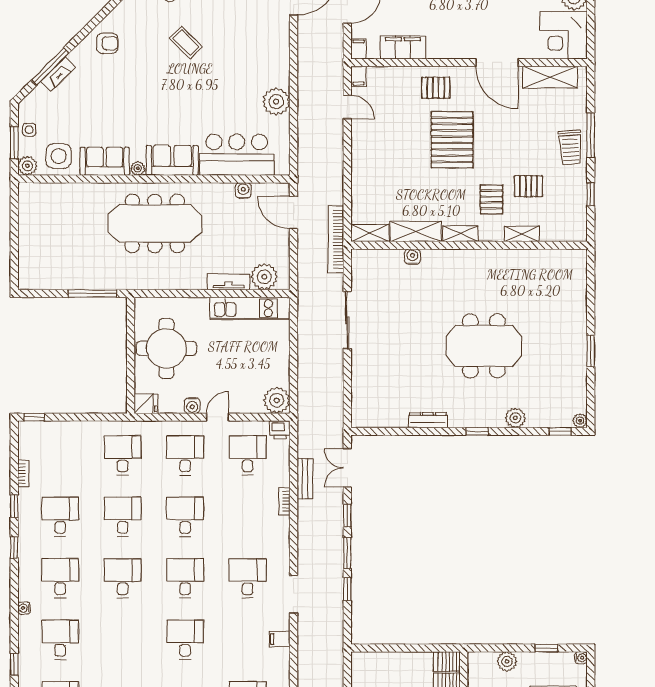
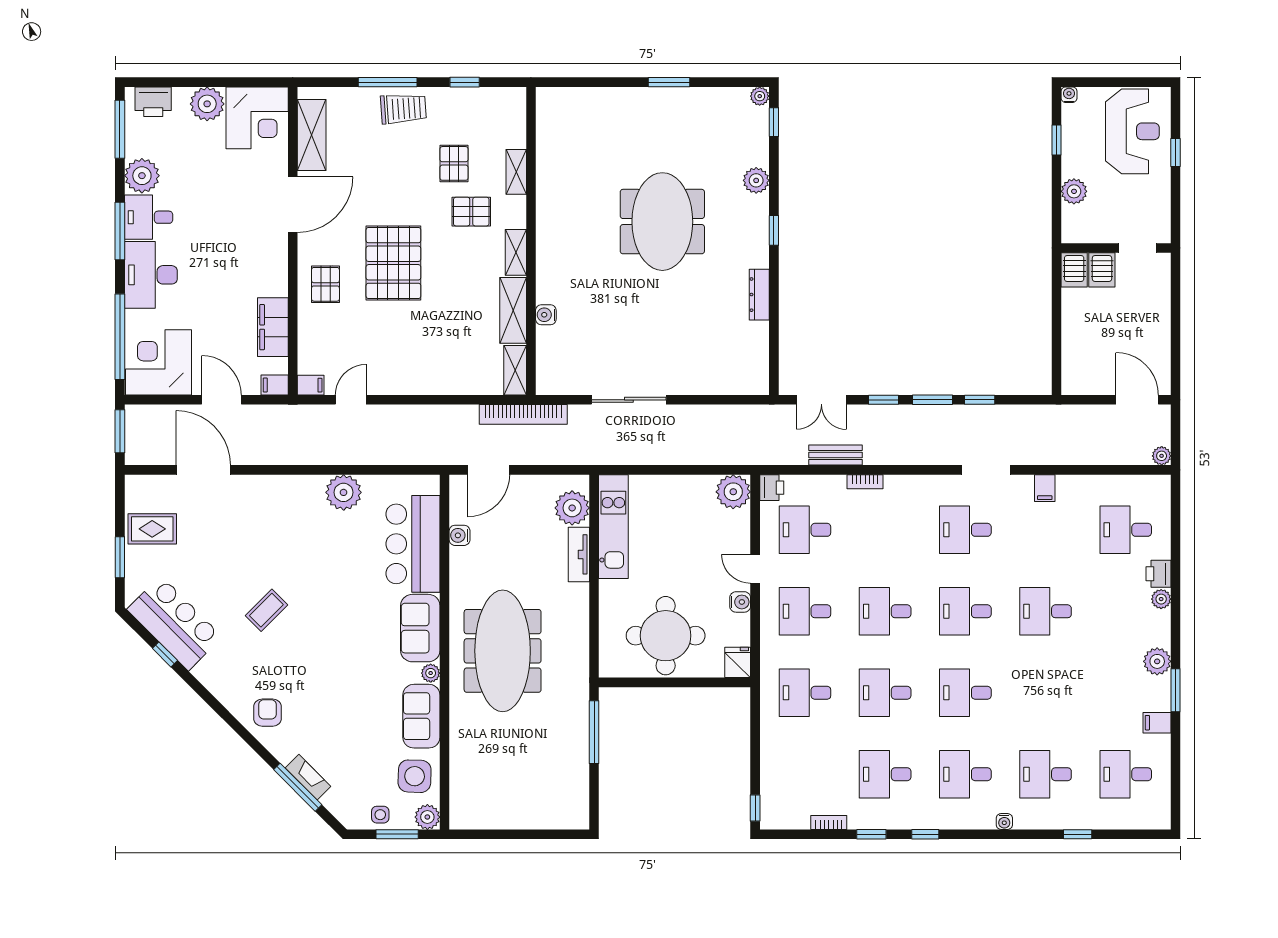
pallet: (452, 140) -> (393, 263), turned 90

